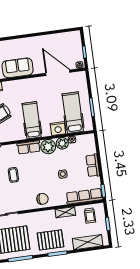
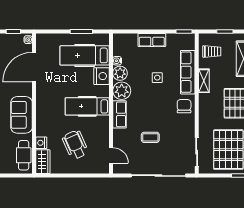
row of seats: (84, 196) -> (188, 72), moved

